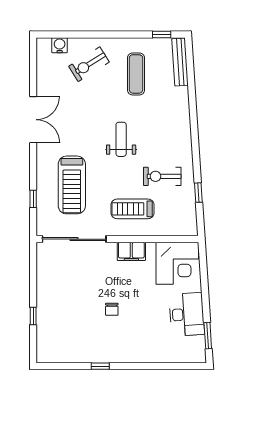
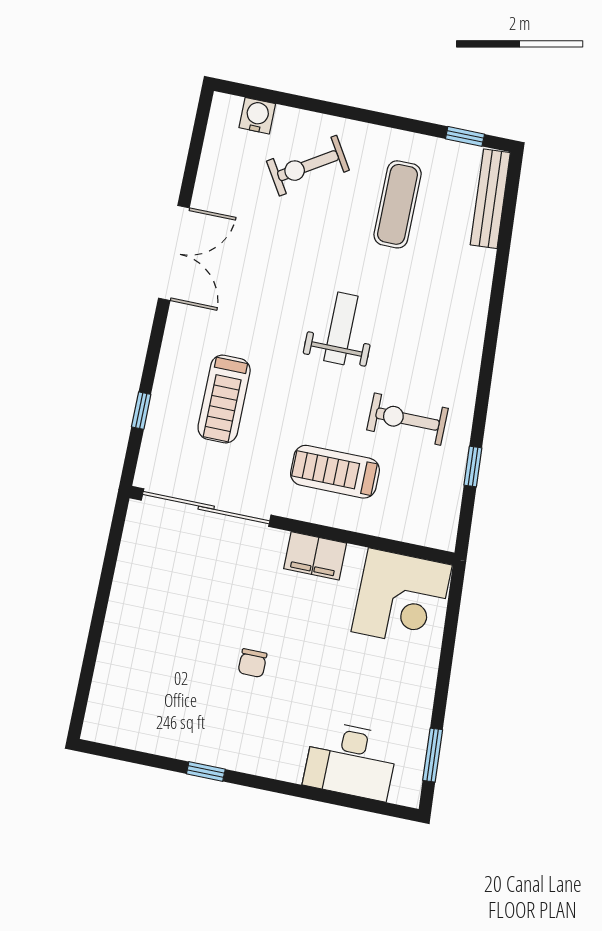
treadmill: (72, 185) -> (224, 399), width x0.73, depth x0.73
desk: (187, 314) -> (351, 761), moved, turned 94
window: (33, 316) -> (93, 644), removed

